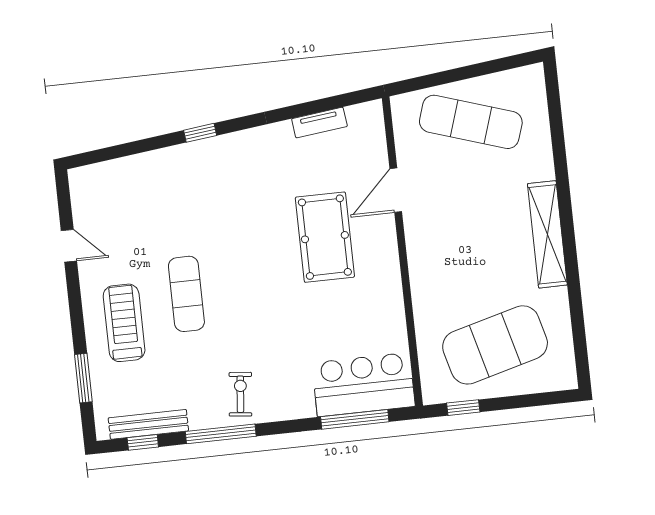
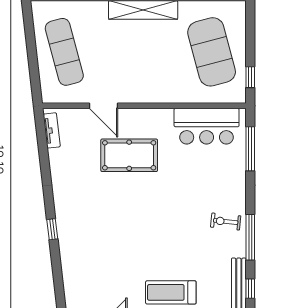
exercise mat: (471, 122) -> (64, 52), turned -33
tv unit: (319, 123) -> (52, 130), moved
exercise mat: (186, 294) -> (156, 250), removed
bar counter: (363, 385) -> (207, 126), moved, turned -90

